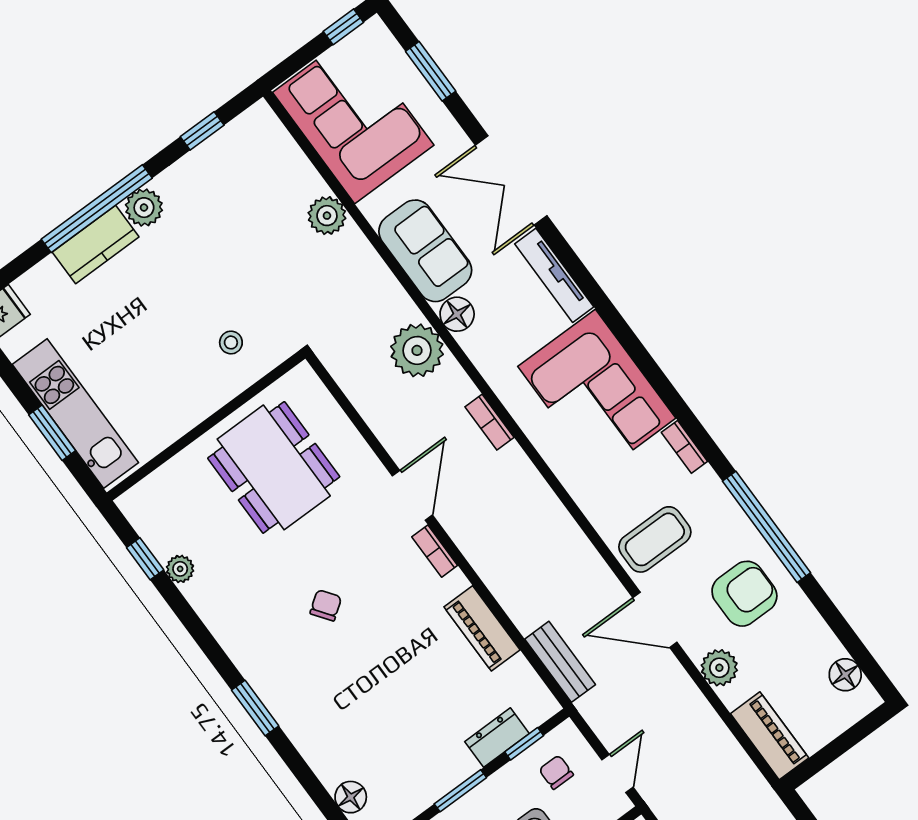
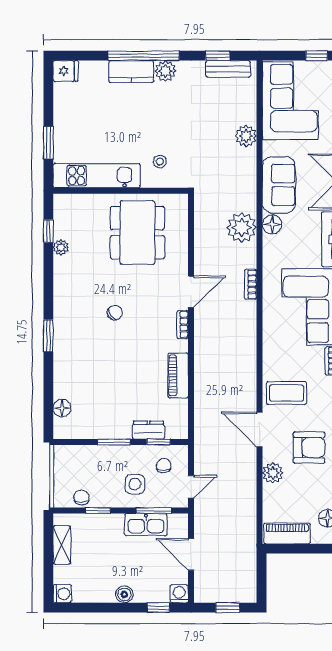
kitchen unit: (75, 413) -> (97, 176), moved, turned -90
bench: (560, 662) -> (228, 69), moved, turned 90
piano: (770, 736) -> (287, 533), moved, turned -90

